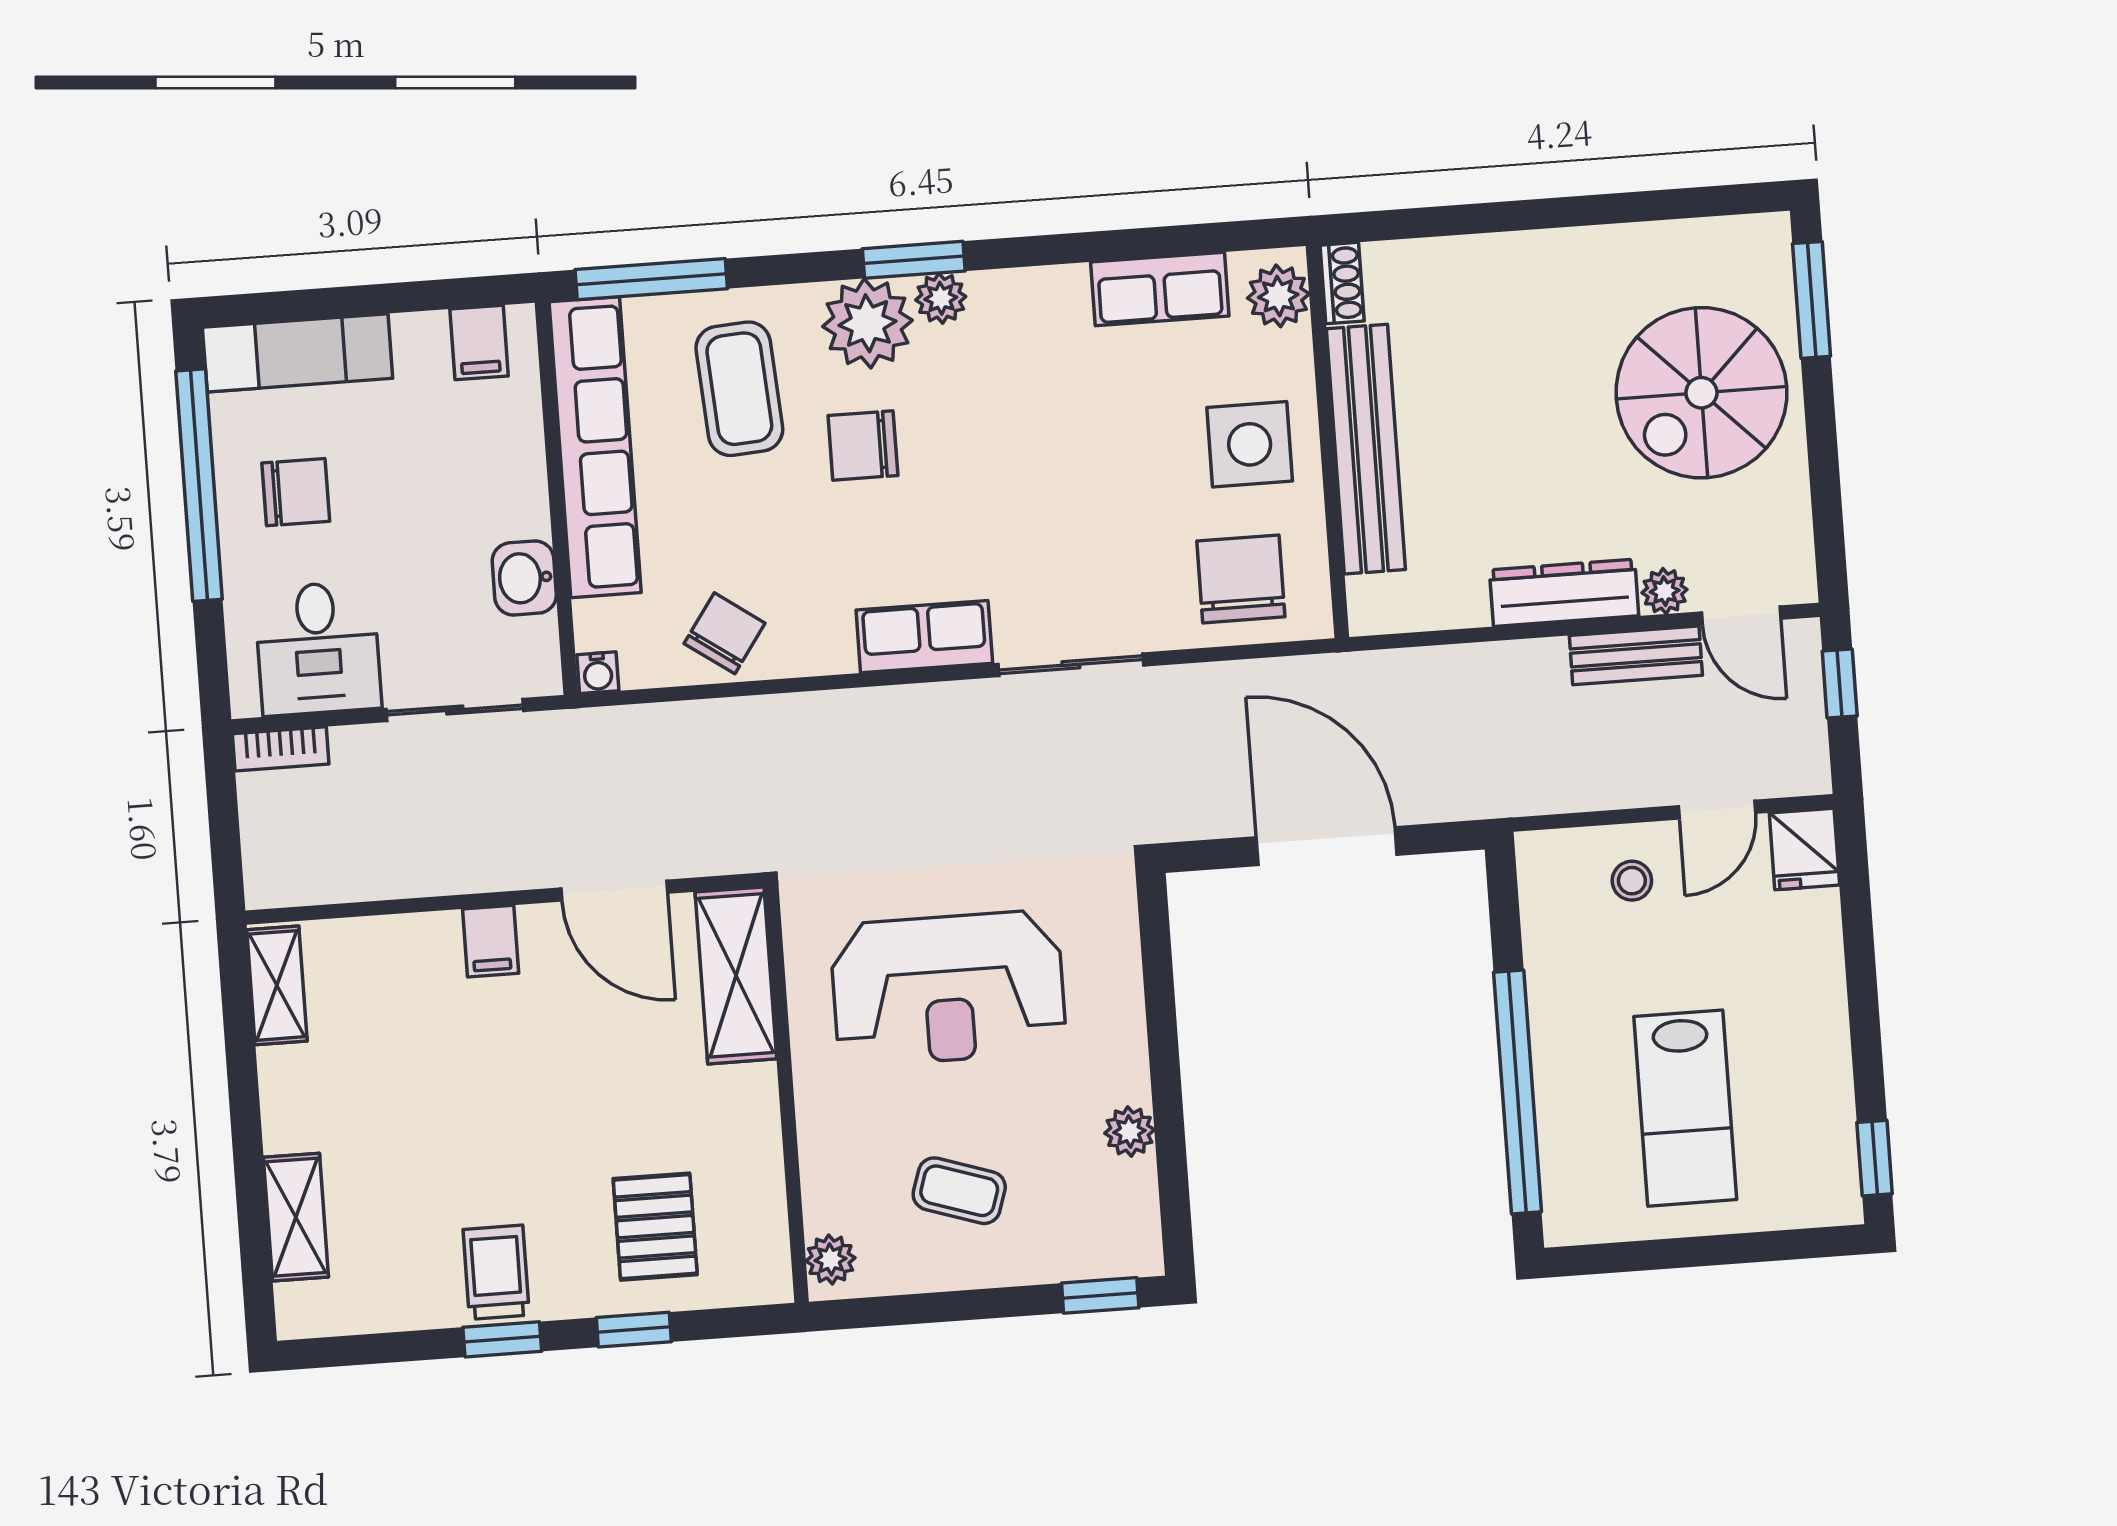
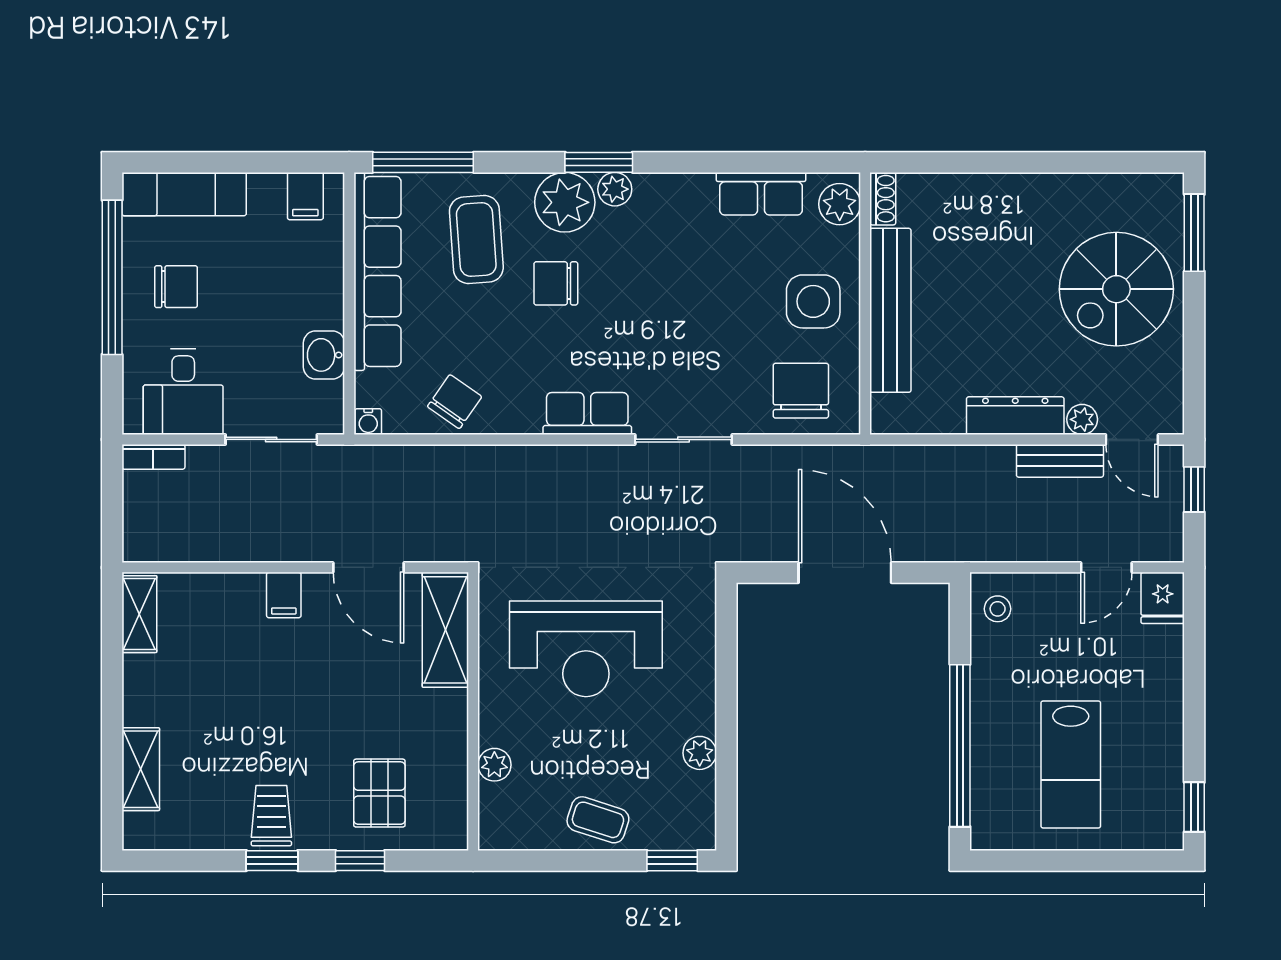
stool: (1632, 881) -> (998, 609), moved
coffee table: (959, 1191) -> (598, 820), moved
plant: (831, 1259) -> (494, 765), moved

